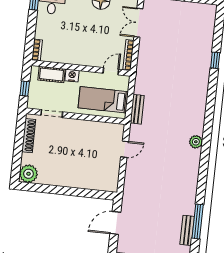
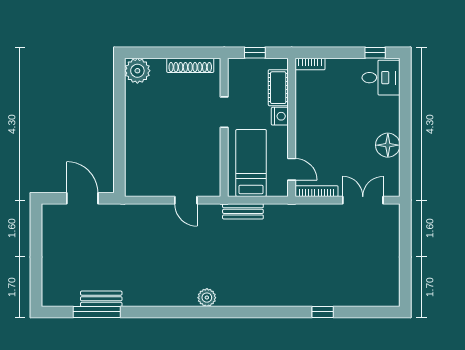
doorway: (52, 114) -> (224, 112), moved
bench: (187, 230) -> (101, 299), moved

